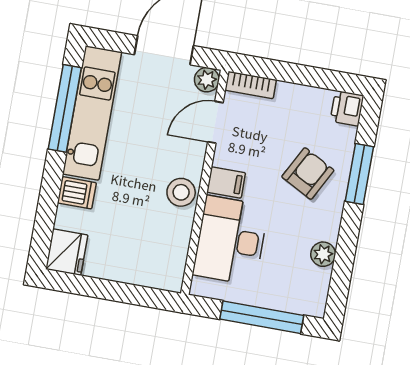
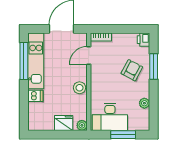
plant: (207, 80) -> (82, 125), moved
filing cabinet: (226, 182) -> (98, 80), removed
desk: (231, 240) -> (110, 117), moved, turned -90
fridge: (67, 252) -> (64, 123), moved, turned -90
window: (262, 317) -> (123, 135), width x0.69

